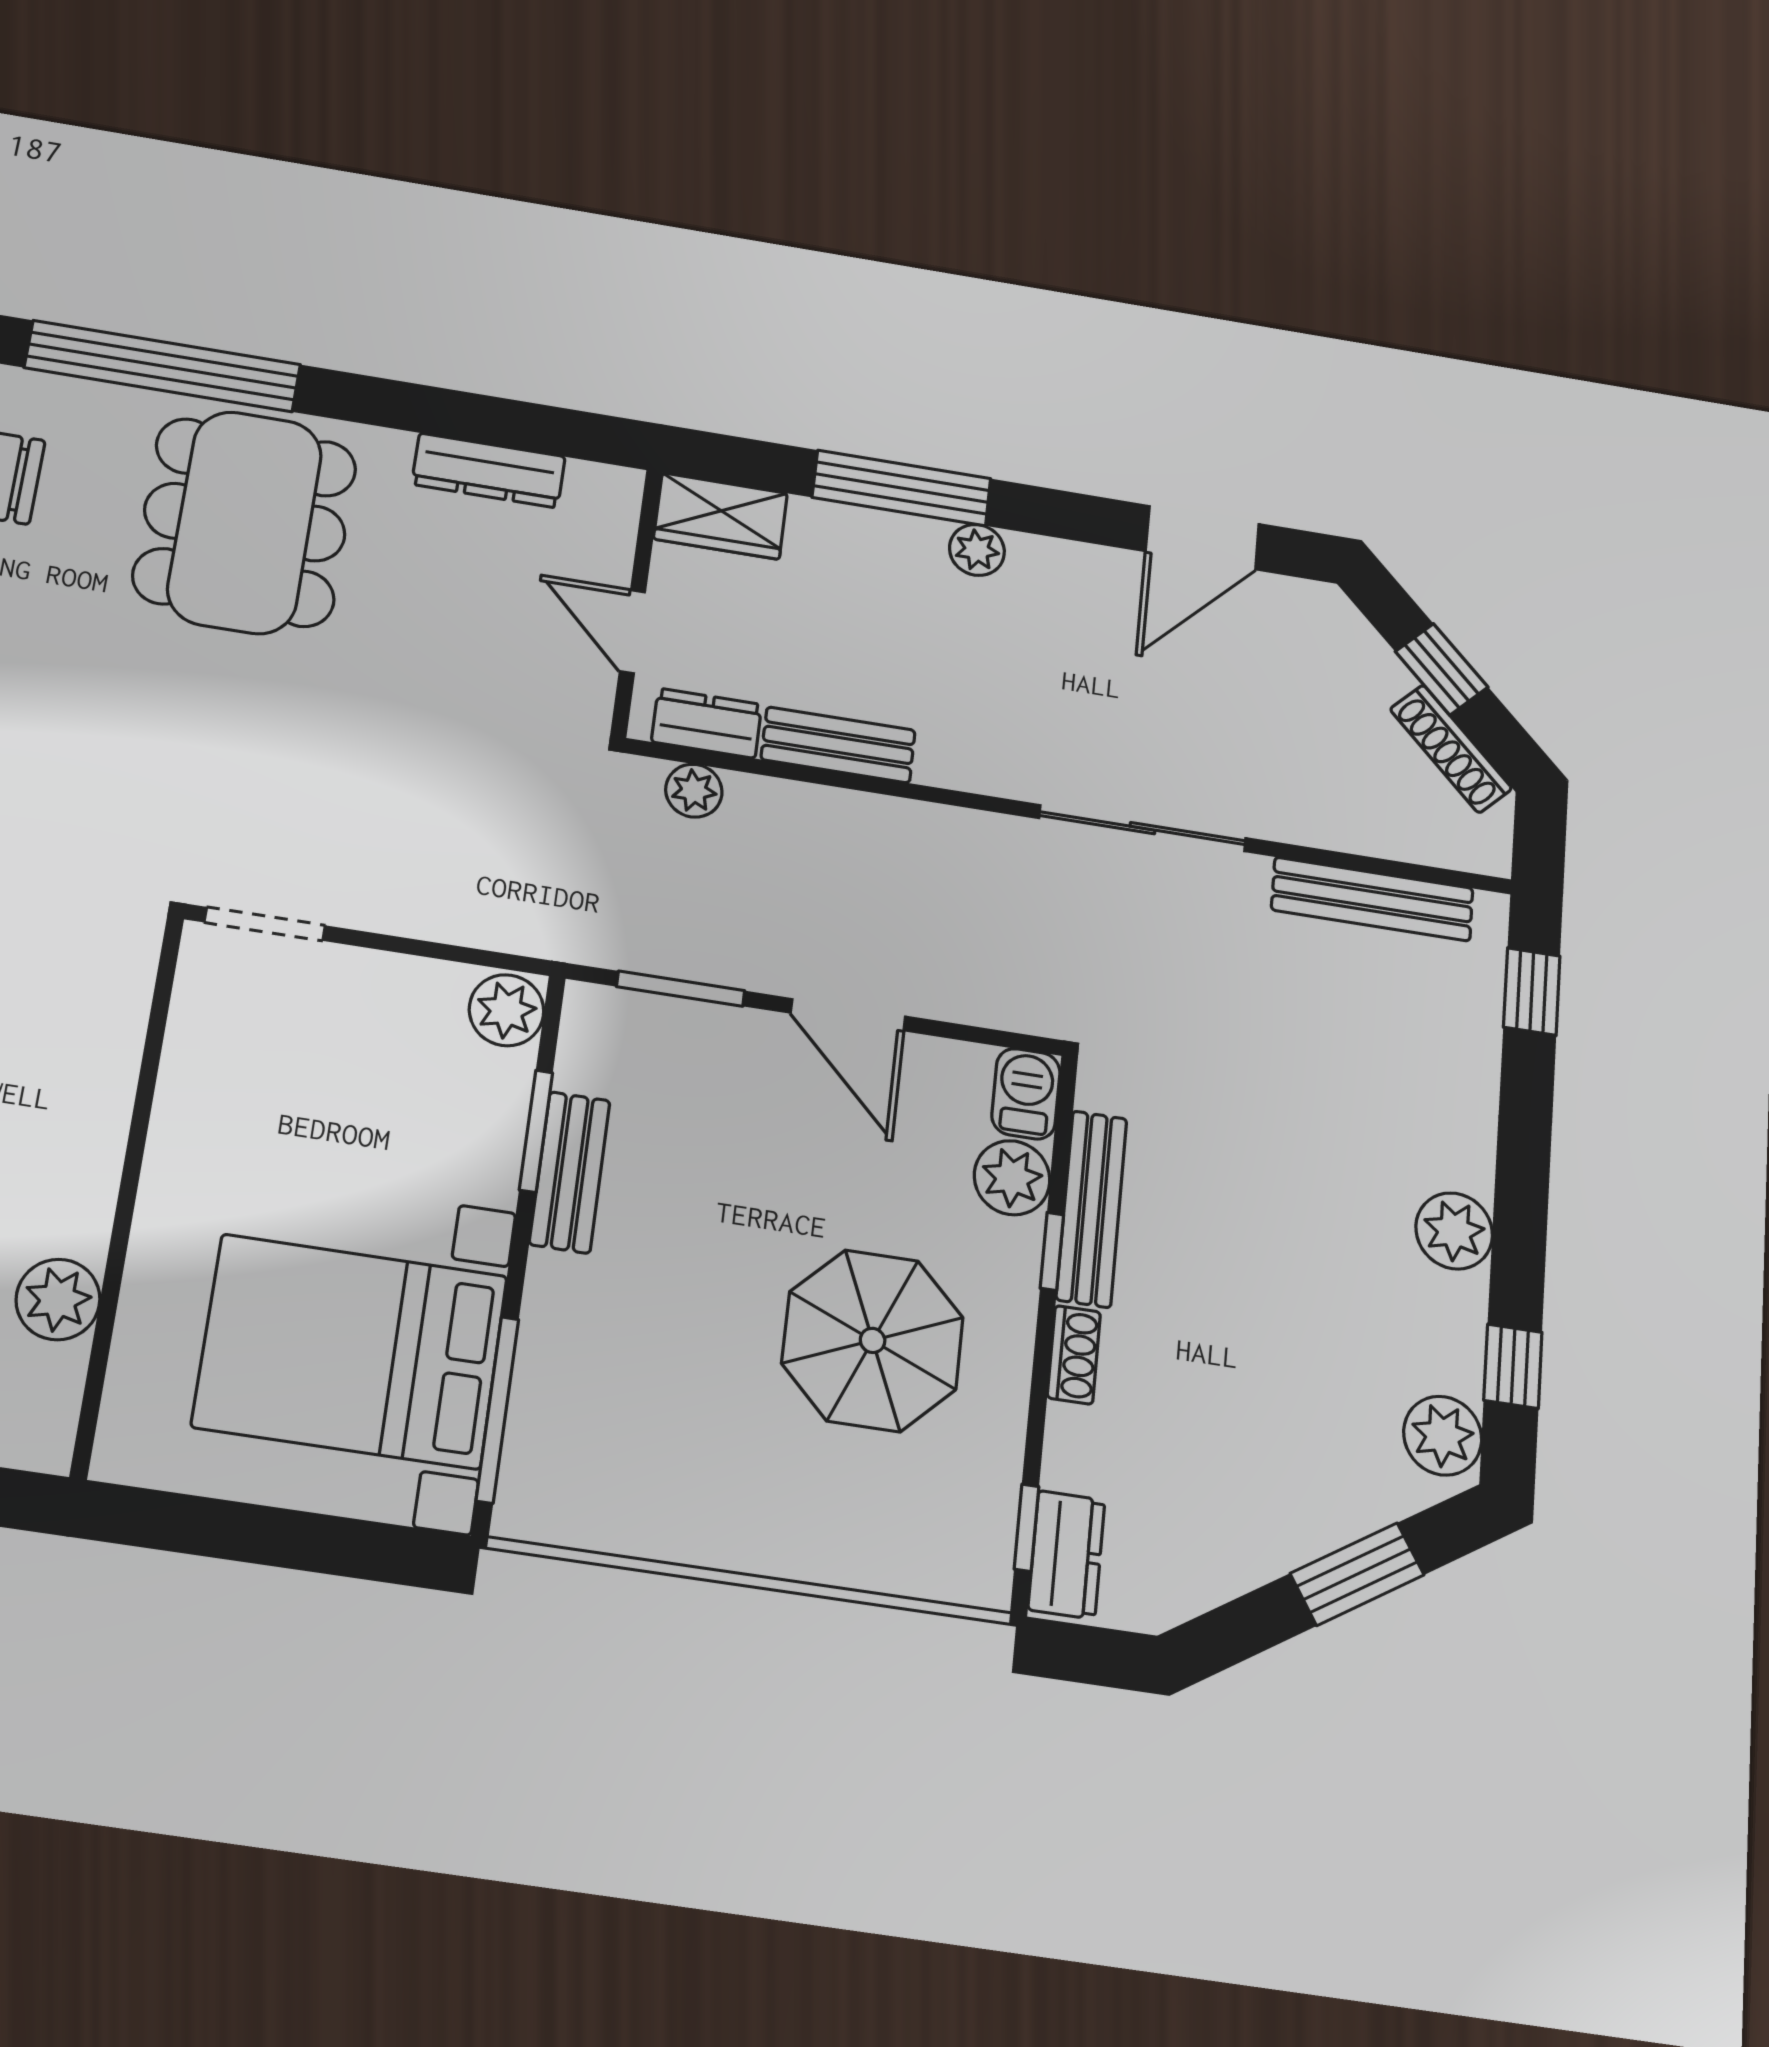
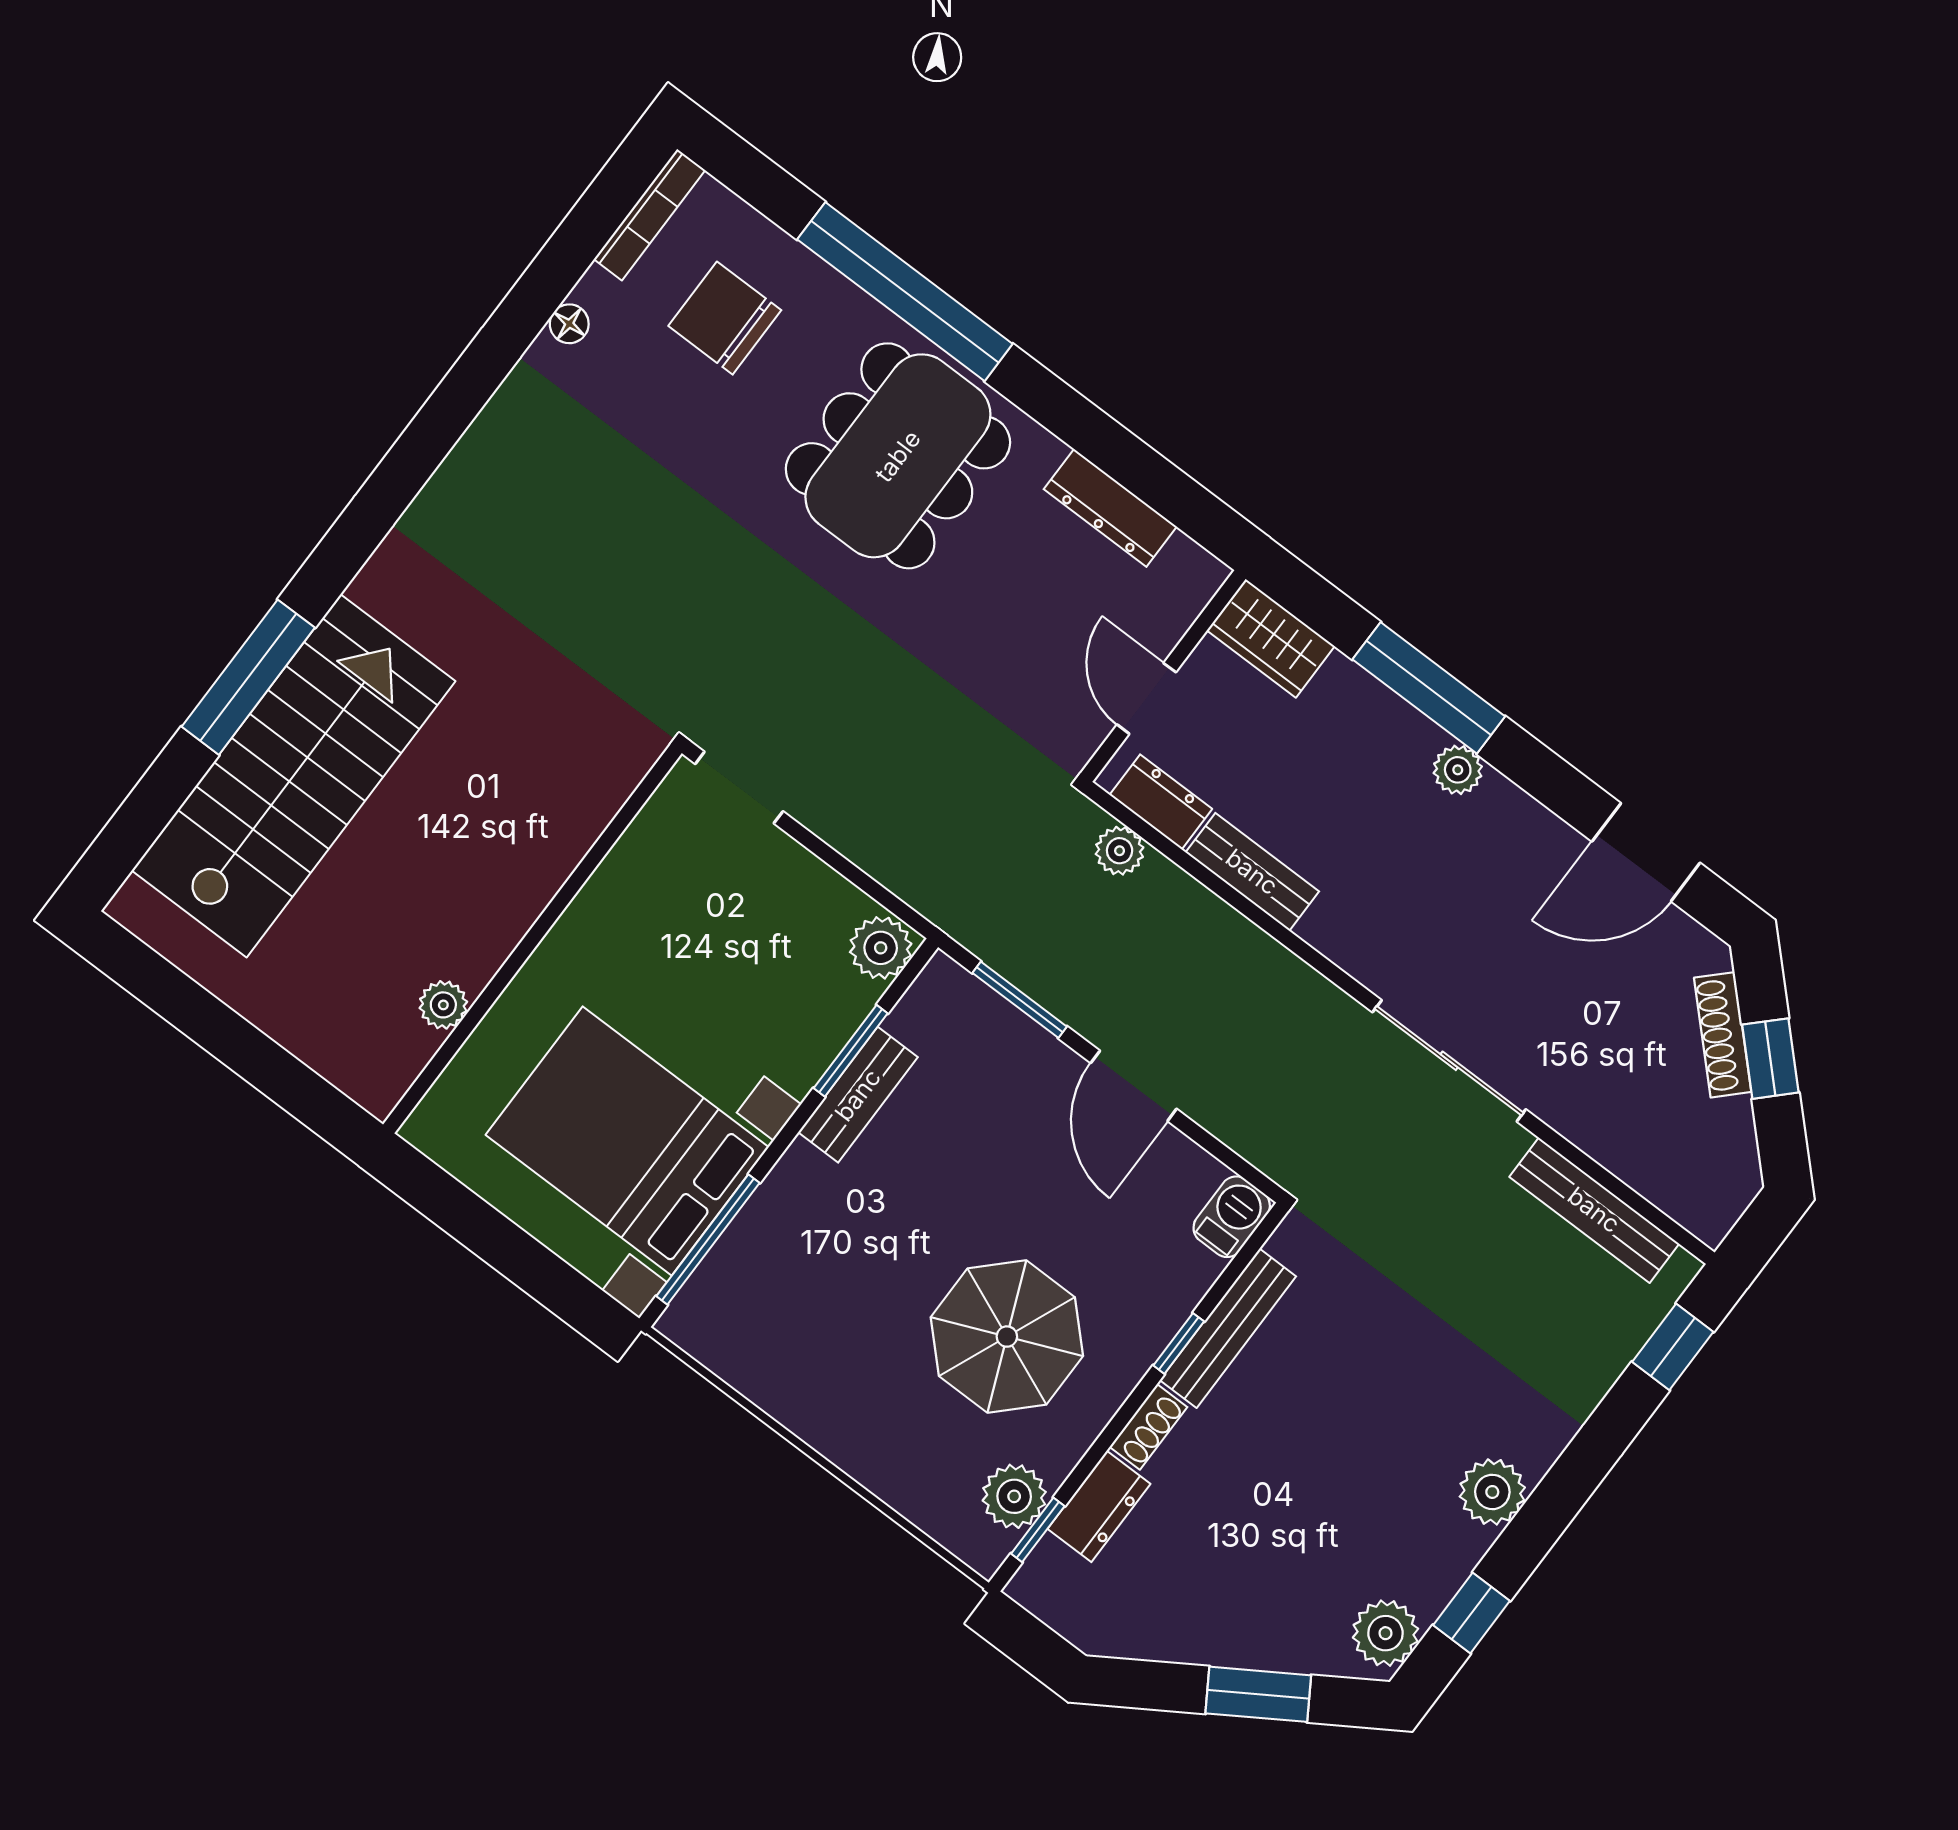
shoe rack: (1451, 749) -> (1723, 1035), moved
plant: (1012, 1178) -> (1014, 1496), moved
plant: (58, 1299) -> (443, 1005), width x0.73, depth x0.73
dresser: (1066, 1555) -> (1099, 1506), moved

